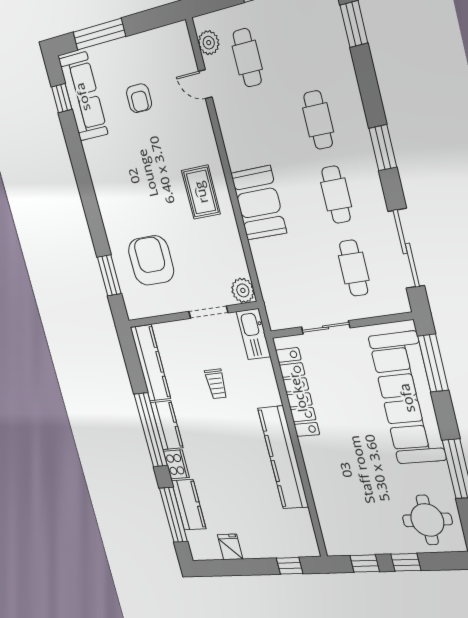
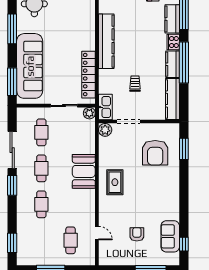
plant: (209, 43) -> (89, 113), moved
sofa: (83, 97) -> (170, 236), width x0.73
sliding door: (406, 248) -> (12, 150), moved

